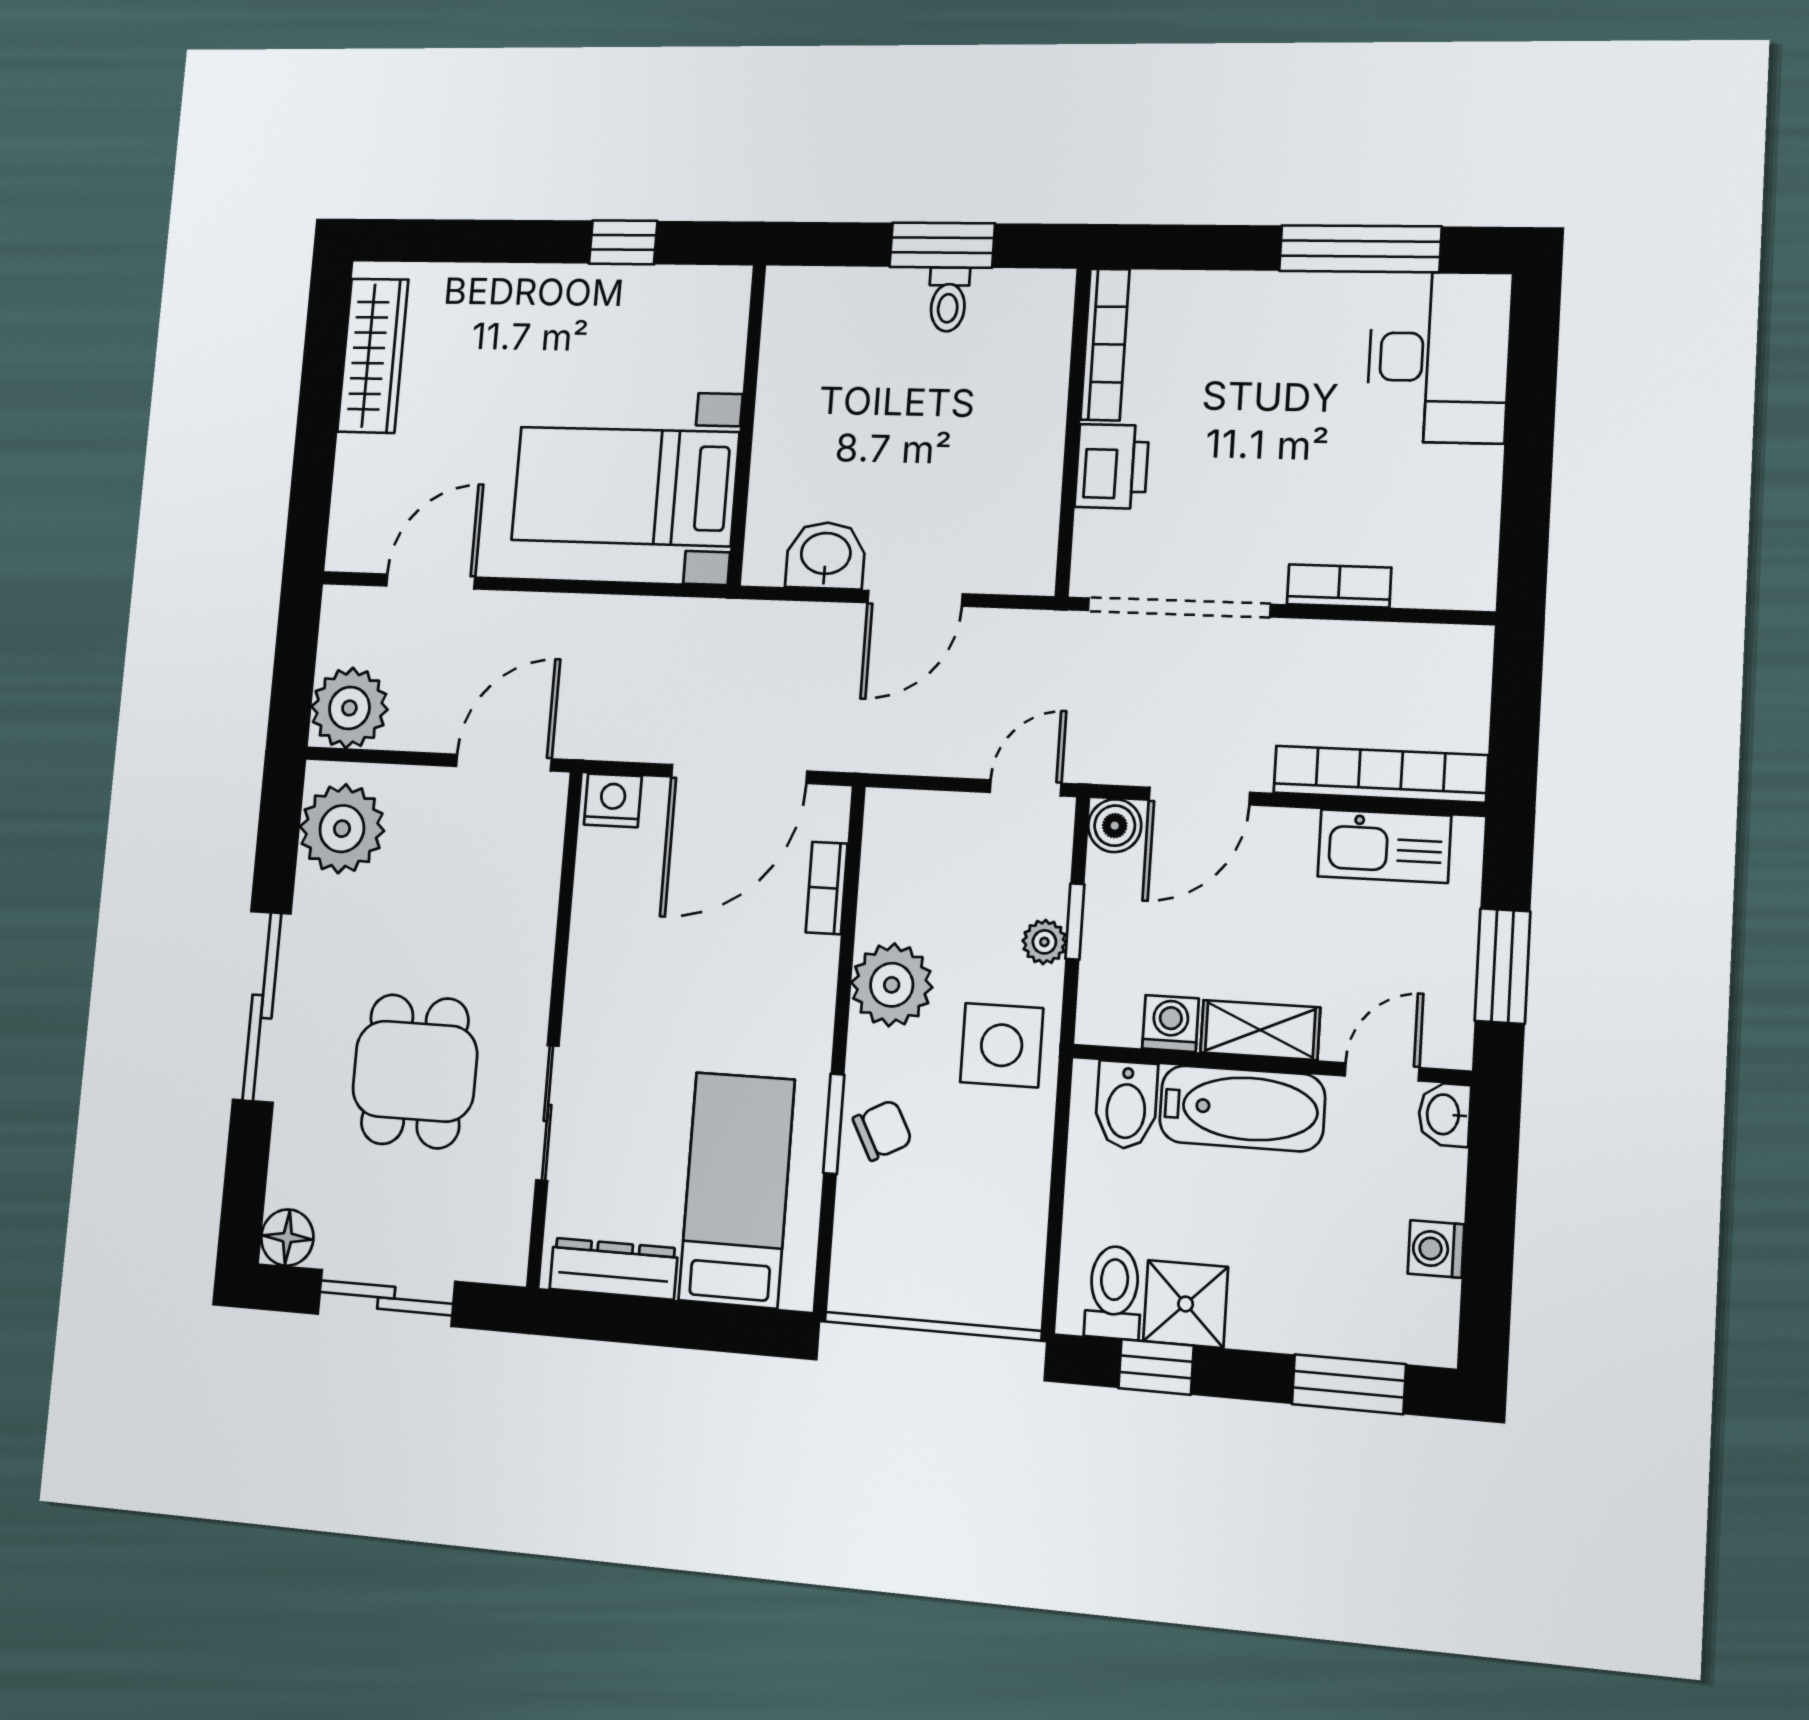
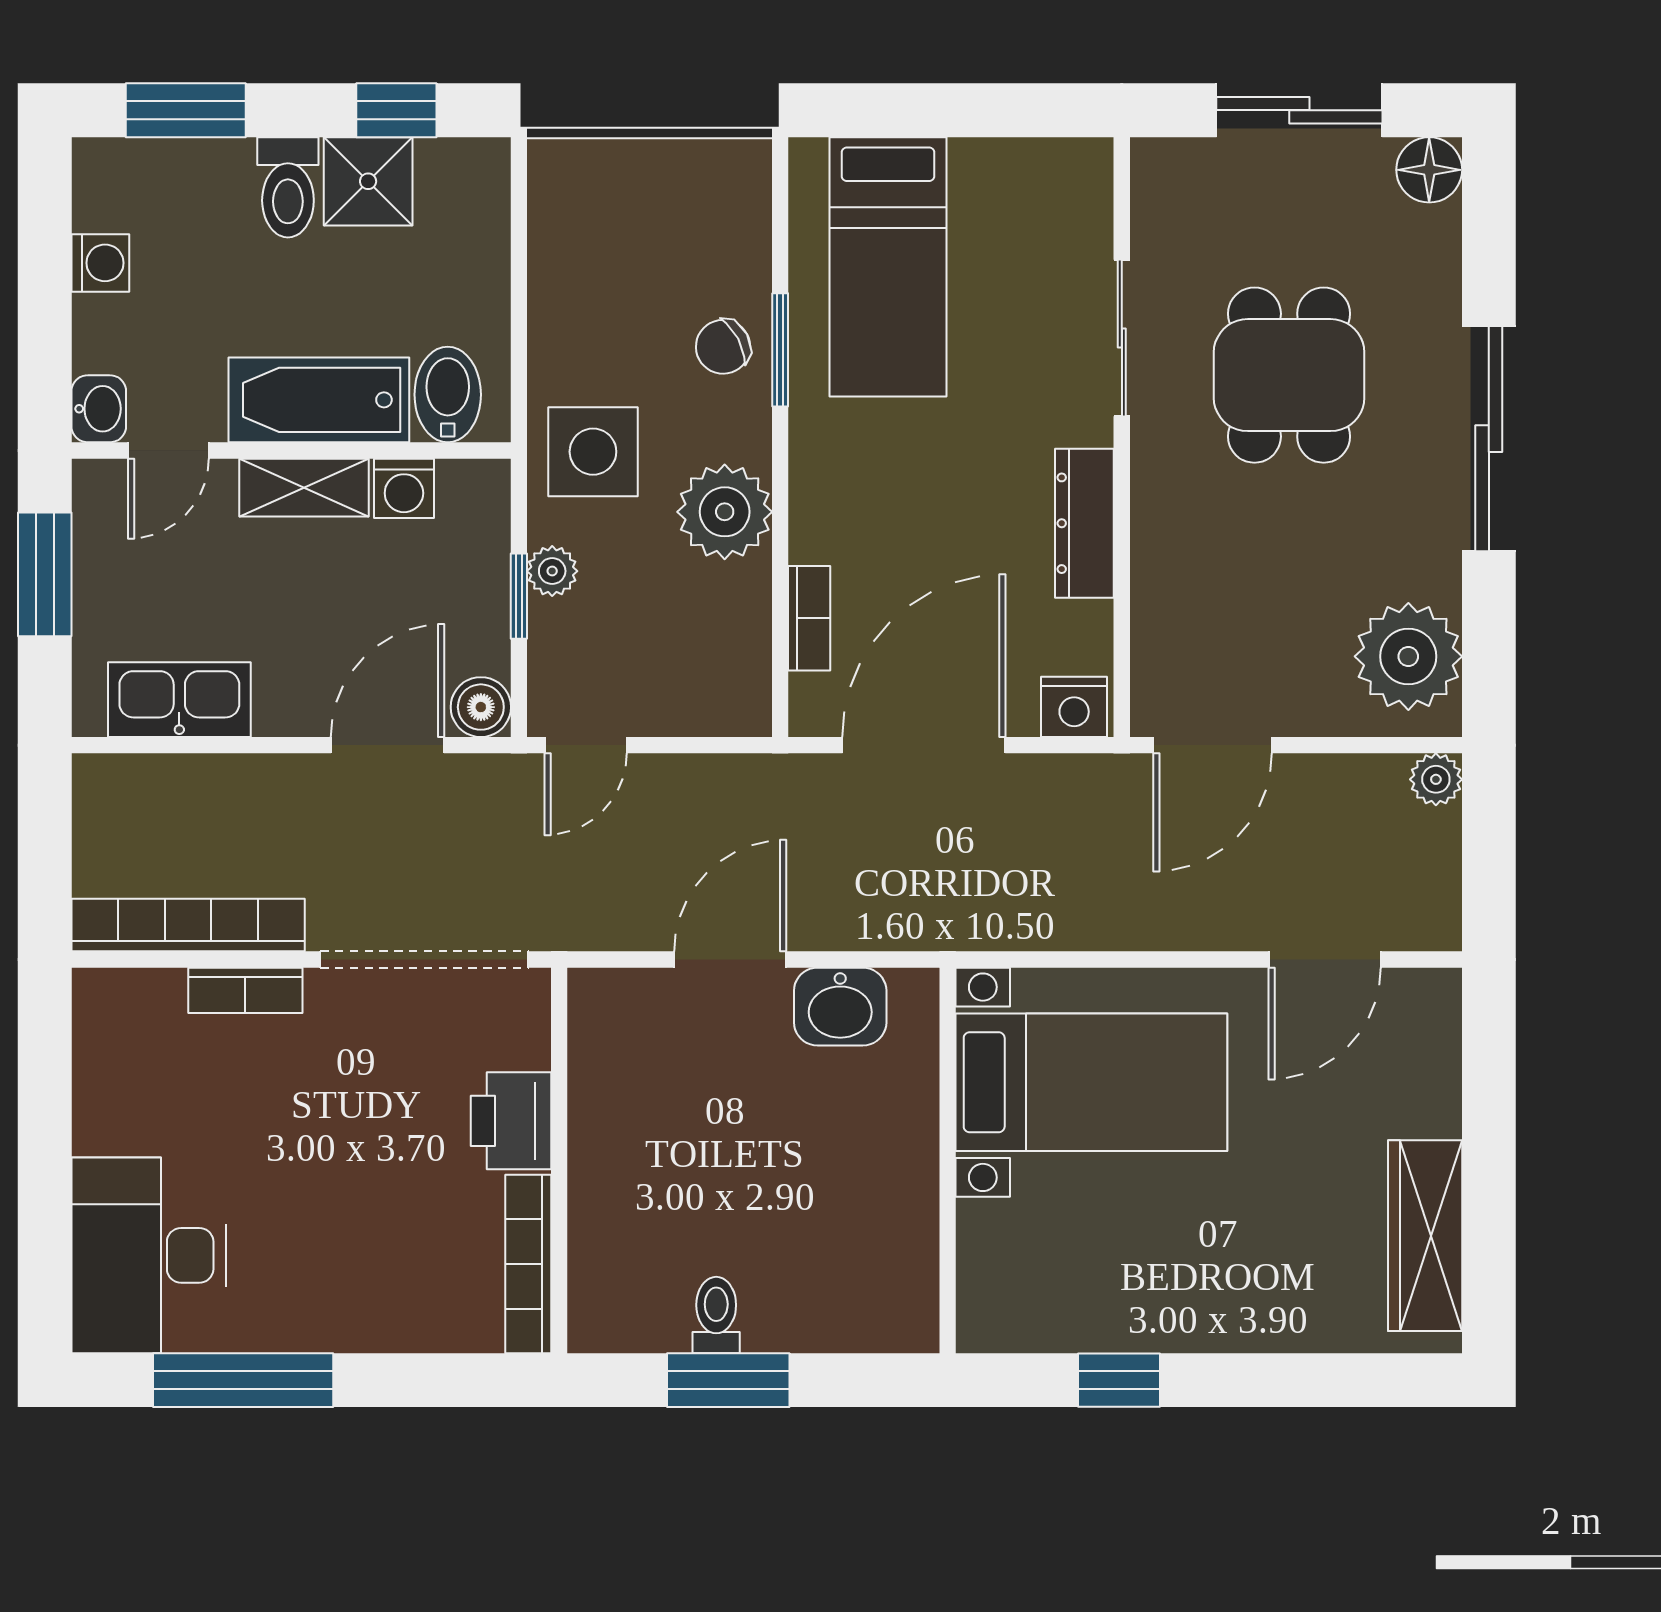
plant: (349, 708) -> (1436, 779), width x0.53, depth x0.53
bookcase: (1380, 774) -> (188, 925), moved, turned 180
dresser: (614, 1269) -> (1084, 523), moved, turned 90
toilet: (1114, 1292) -> (288, 187), moved

